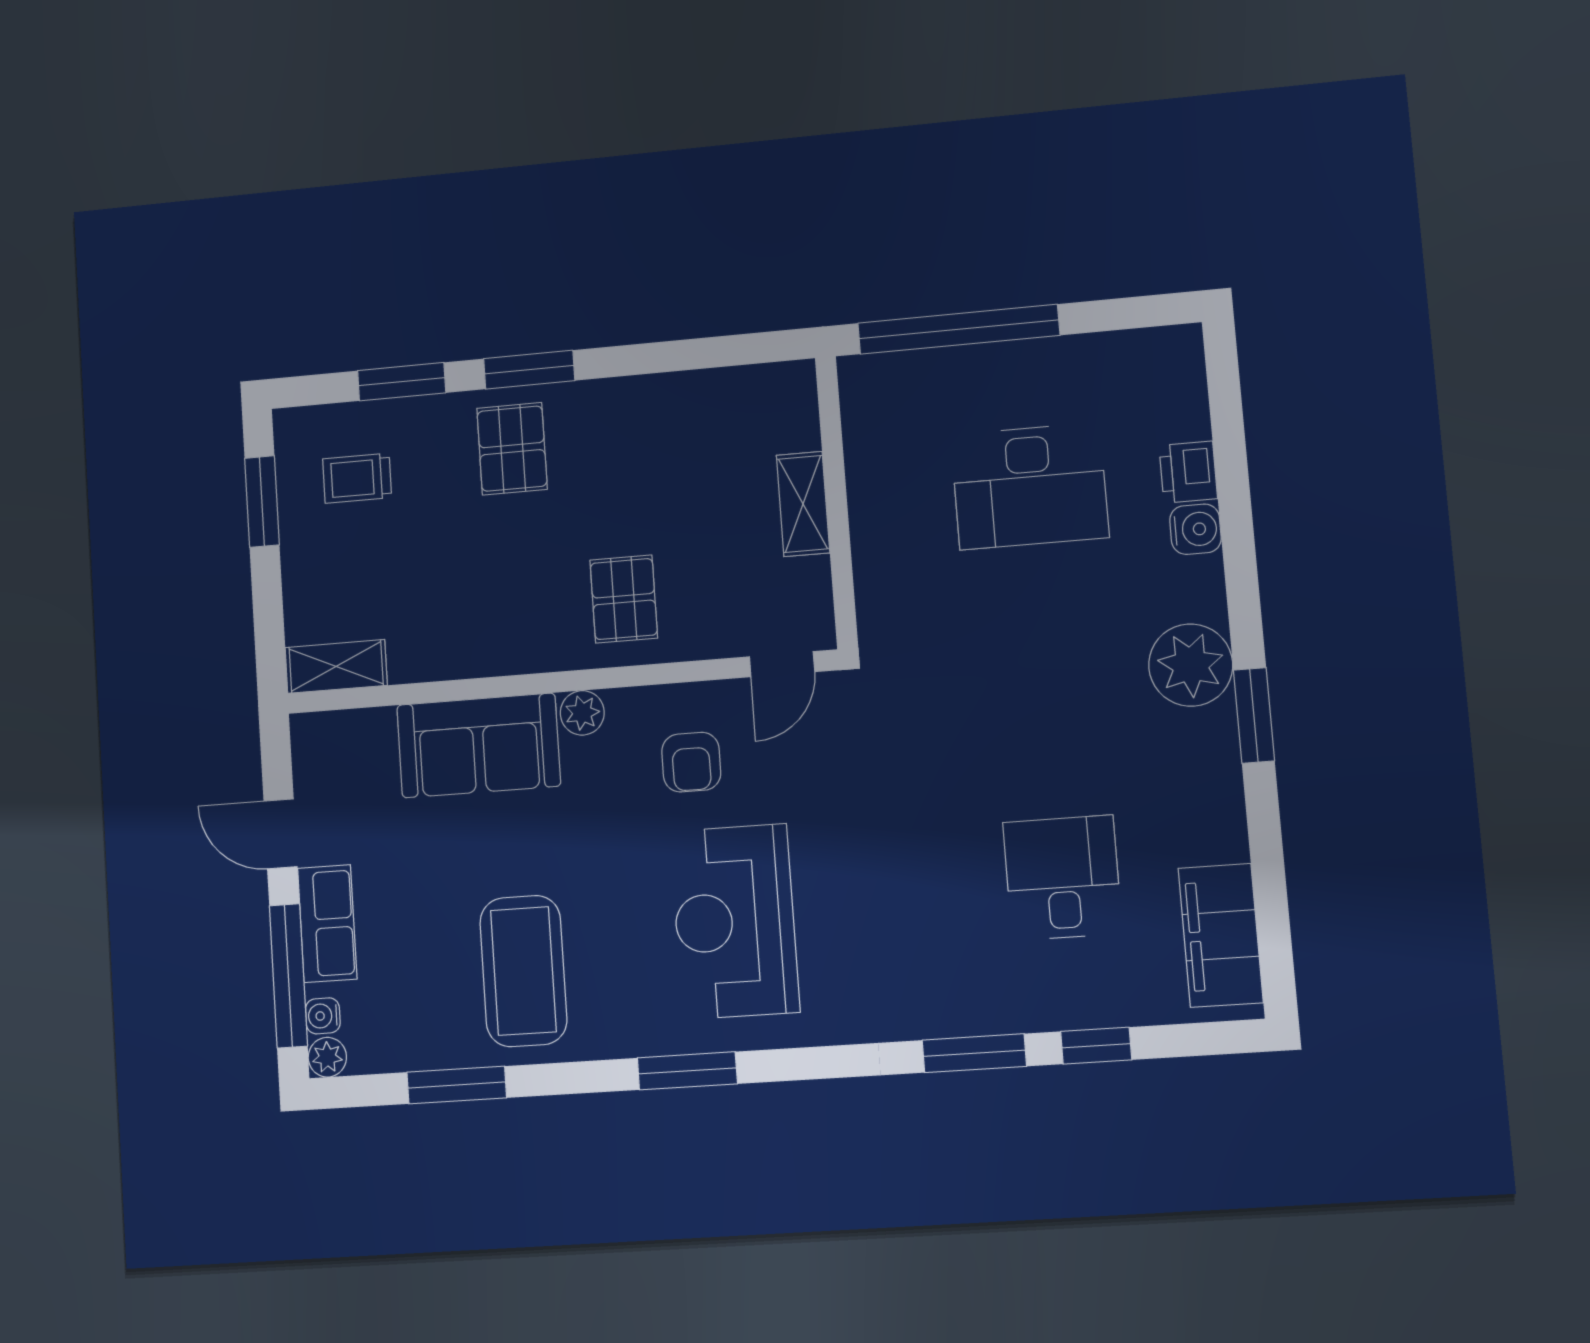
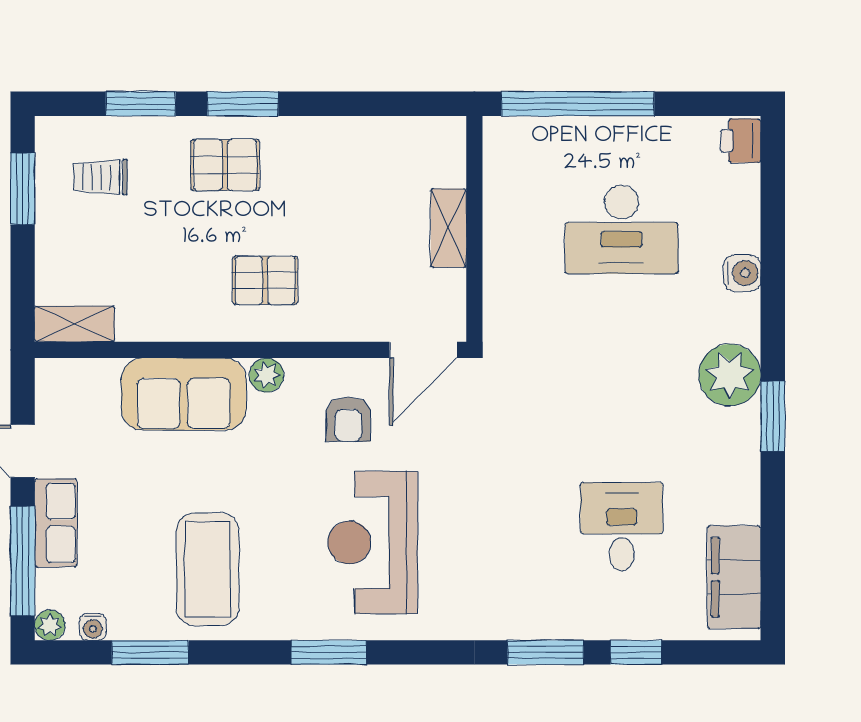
pallet: (512, 449) -> (225, 165), turned 90
printer: (1188, 472) -> (741, 141), moved
pallet: (624, 599) -> (265, 280), moved, turned 90
door: (782, 664) -> (423, 350), width x1.38
water cooler: (323, 1016) -> (93, 627), moved, turned -90

